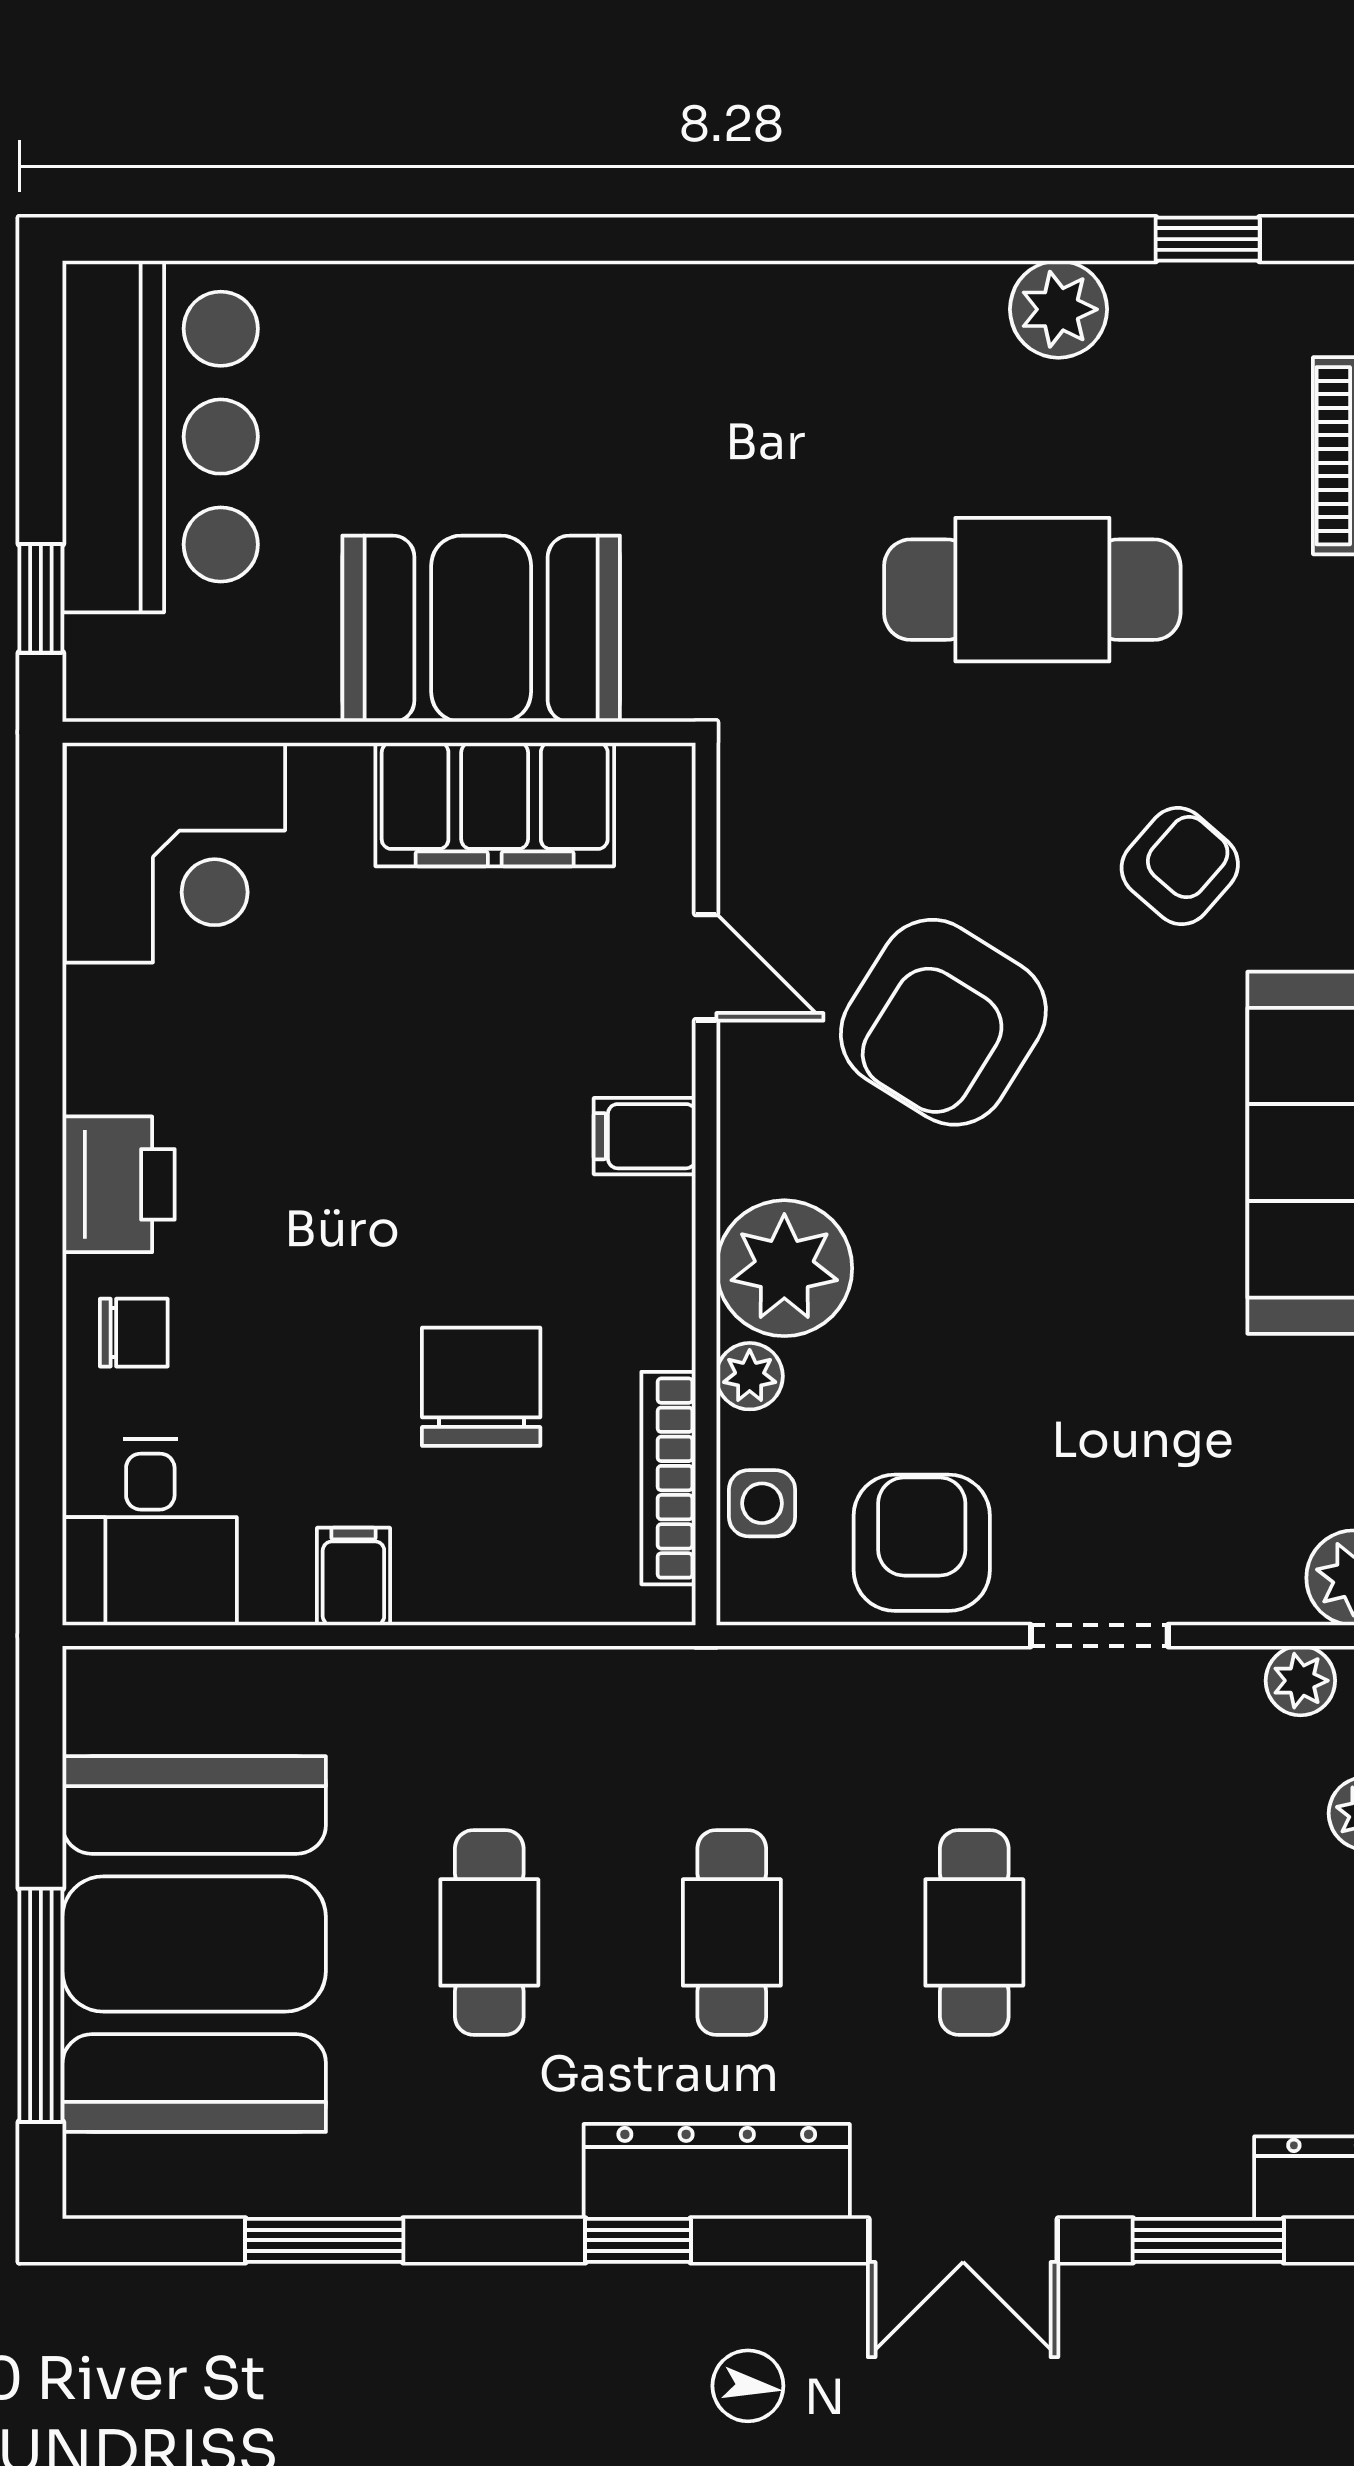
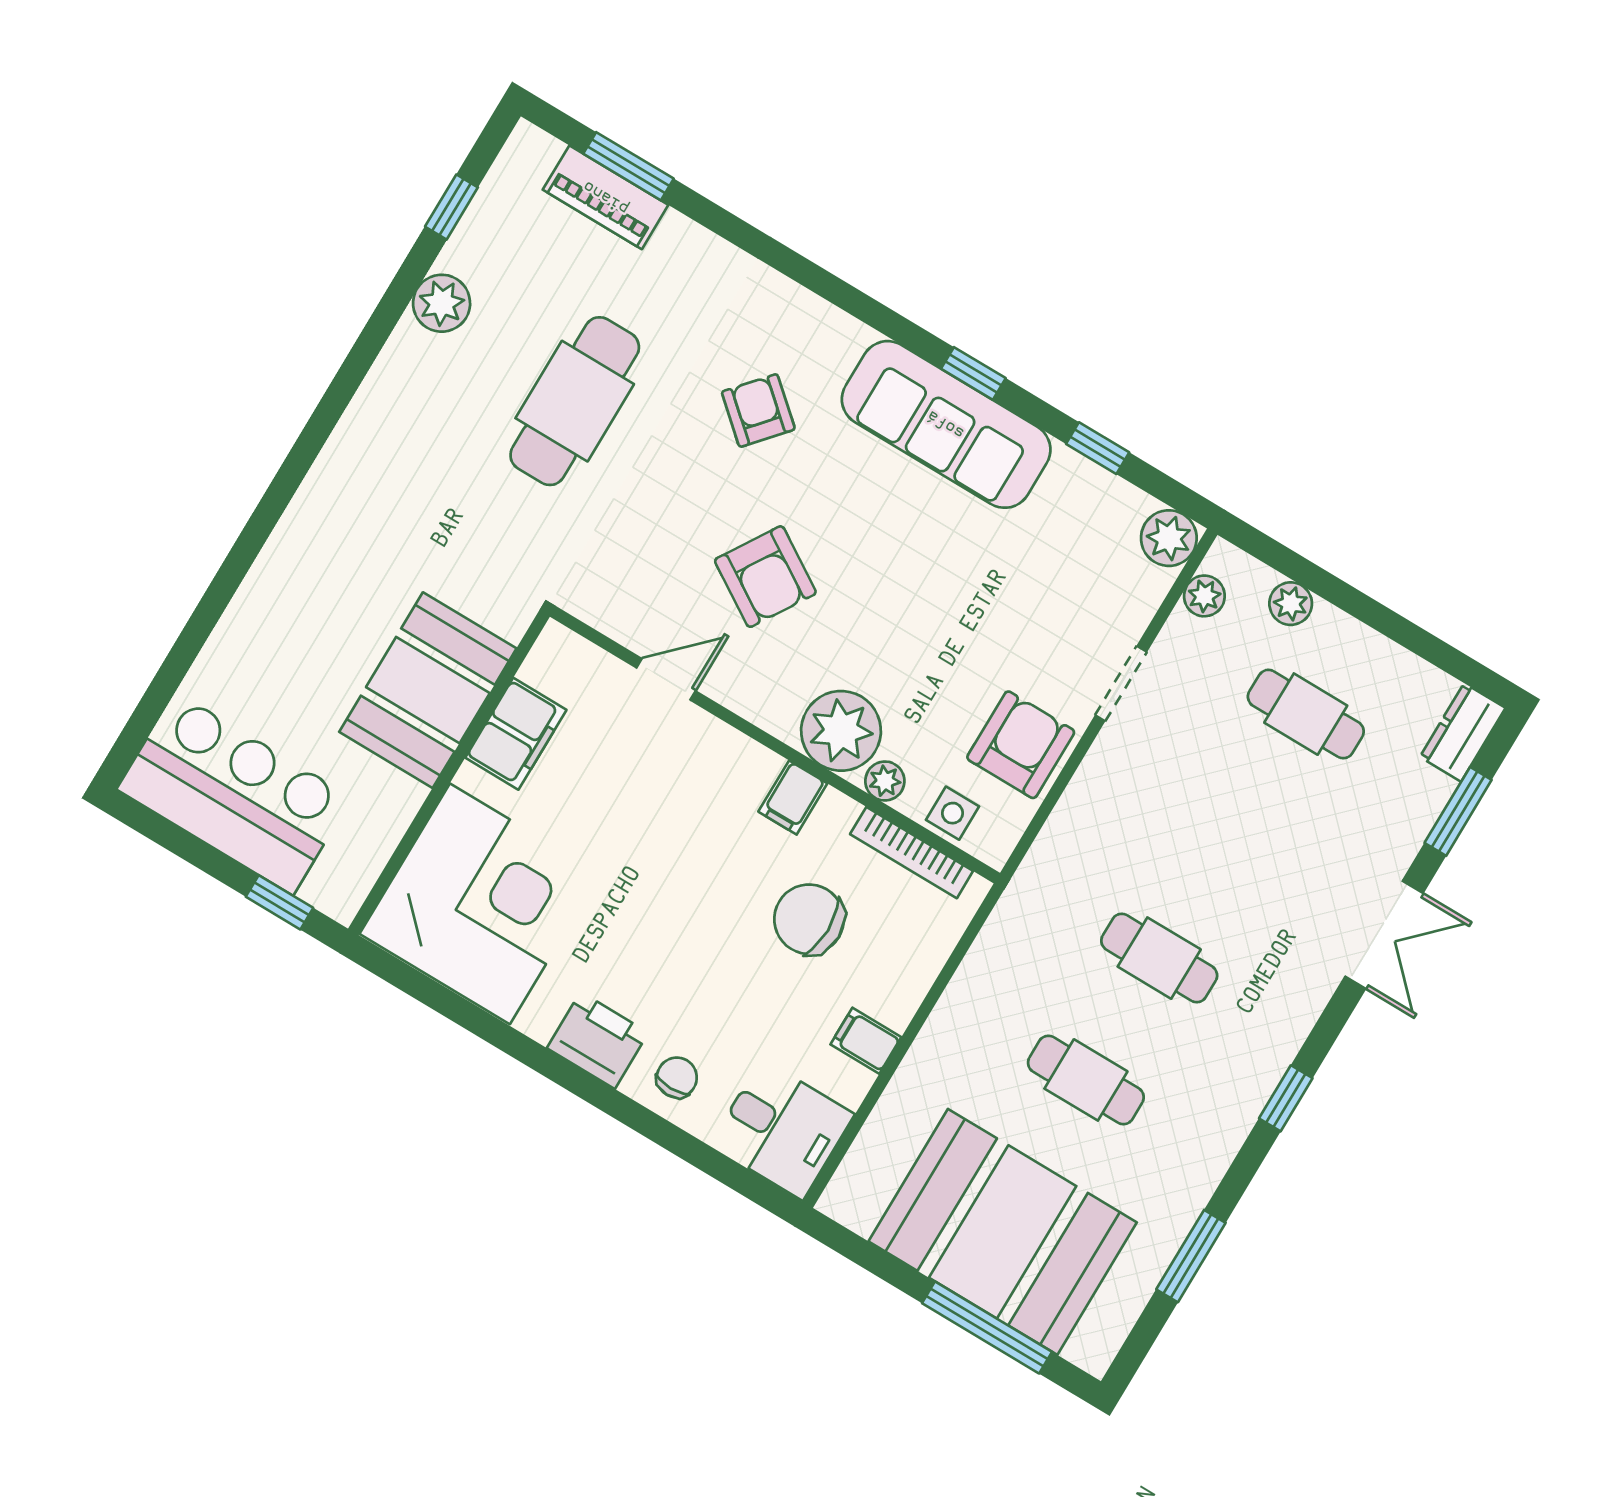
filing cabinet: (495, 804) -> (516, 734), width x0.67, depth x0.86
corner desk: (175, 853) -> (480, 904), width x1.36, depth x1.36
armchair: (943, 1022) -> (765, 577), width x0.73, depth x0.73
filing cabinet: (645, 1136) -> (793, 797), moved
armchair: (922, 1543) -> (1021, 745), turned 90
cafe table: (974, 1932) -> (1306, 714), moved
dresser: (717, 2171) -> (1275, 1038), removed

